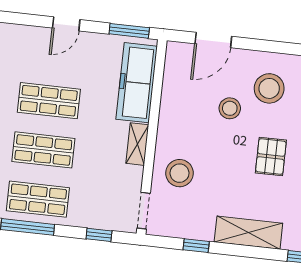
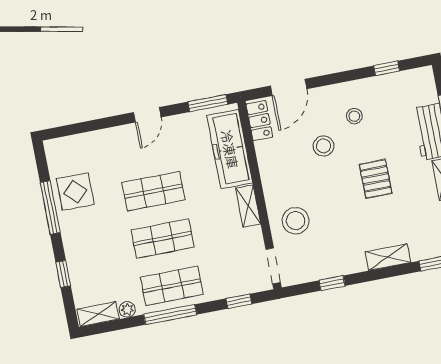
locker: (175, 64) -> (259, 121), added
stool: (269, 88) -> (354, 116), width x0.53, depth x0.53
shelving: (248, 233) -> (388, 257), width x0.67, depth x0.75

